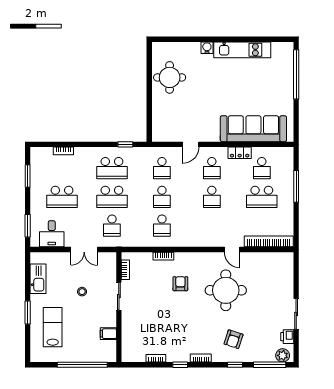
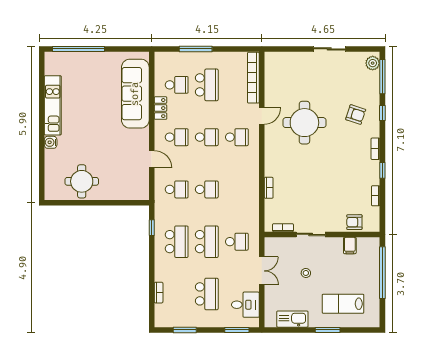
school desk: (162, 226) -> (237, 137), moved
armchair: (180, 284) -> (354, 222), moved
printer: (287, 337) -> (353, 58), removed

